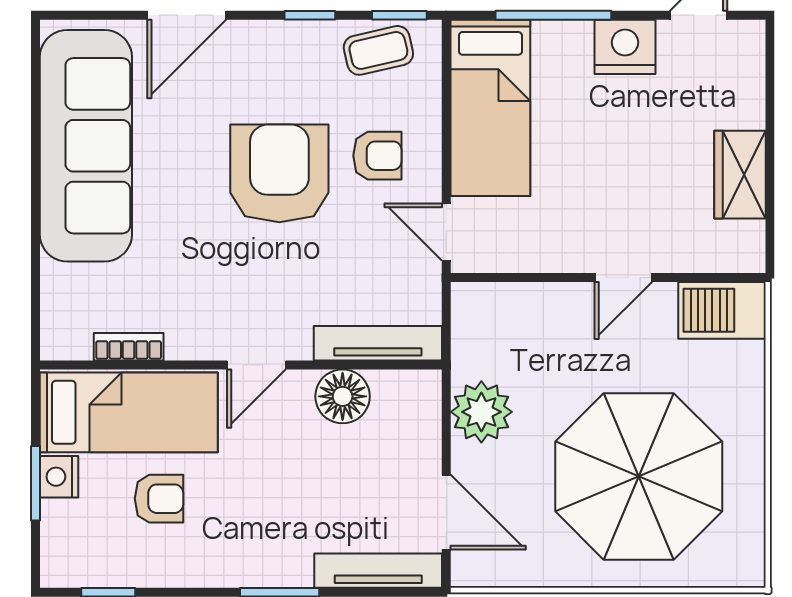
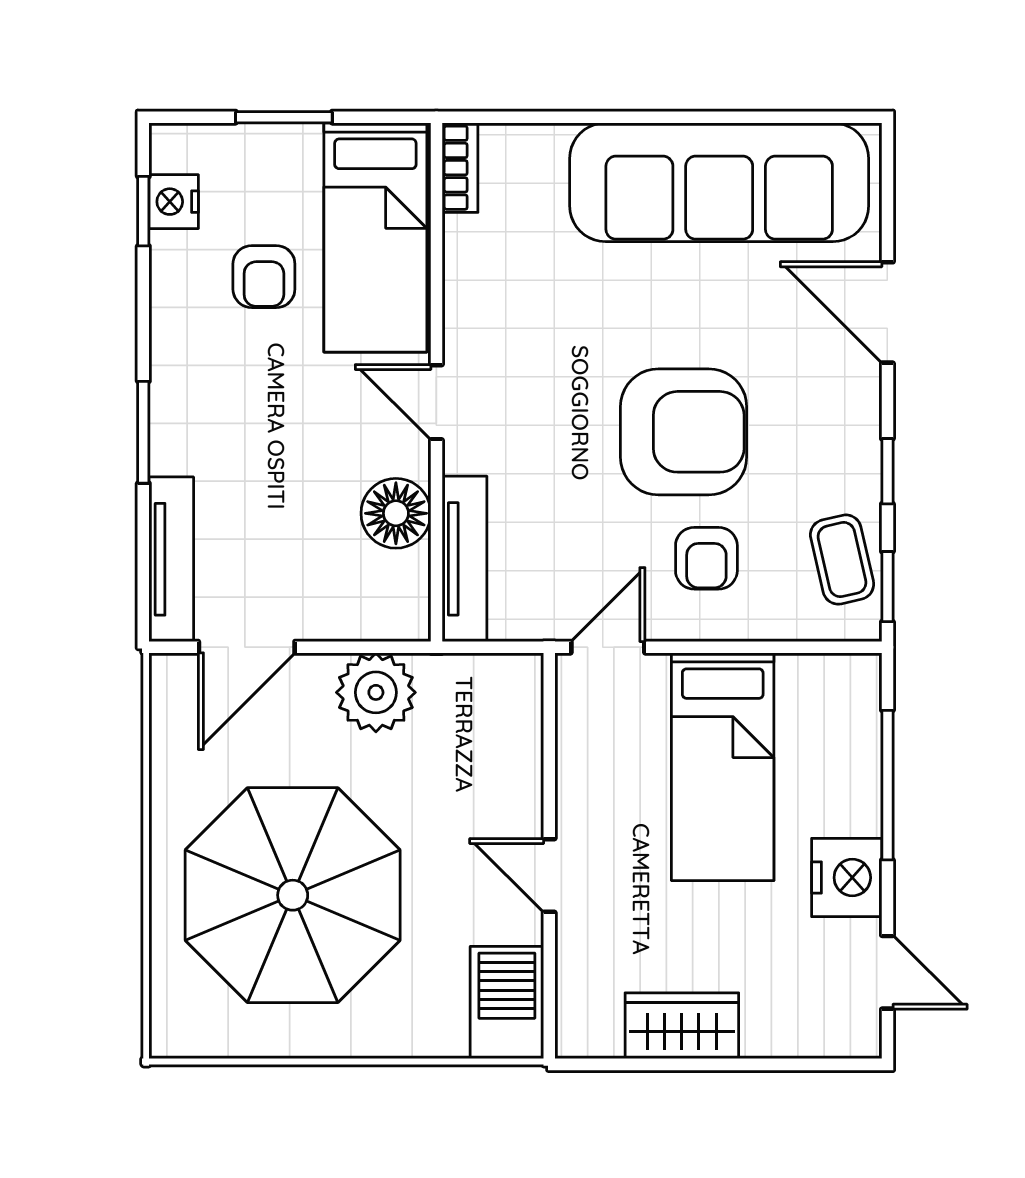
bed: (490, 108) -> (723, 767), moved, turned -90
bookcase: (129, 347) -> (460, 168), moved
nightstand: (59, 477) -> (174, 202), moved, turned -90

